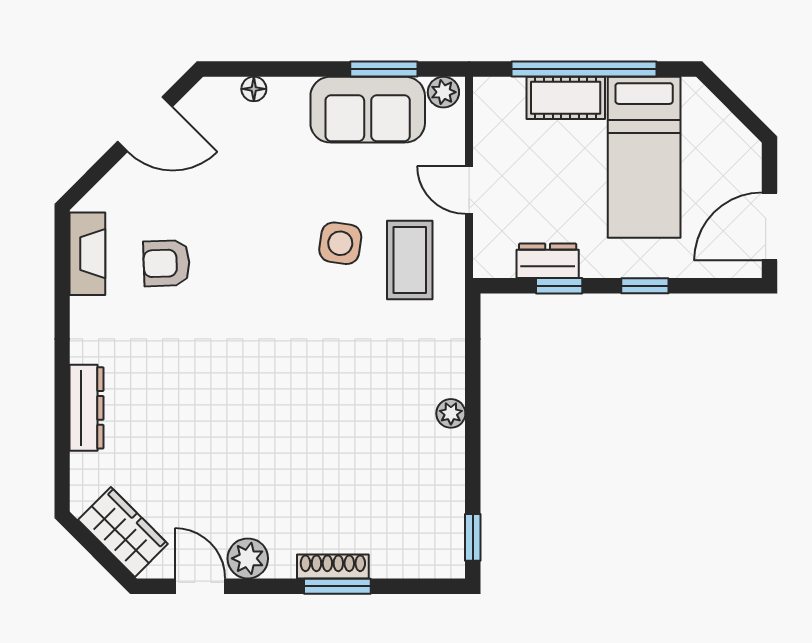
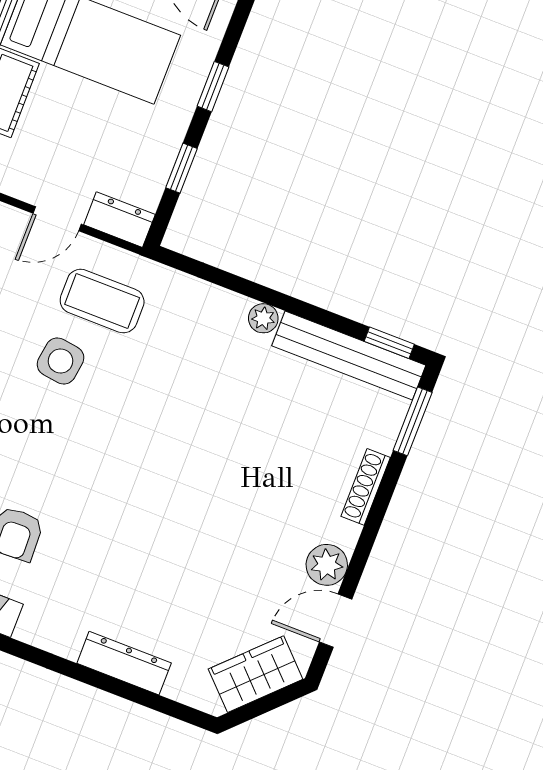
dresser: (548, 261) -> (119, 220), moved, turned 90
bench: (447, 505) -> (349, 356), added
window: (337, 586) -> (413, 421), moved

